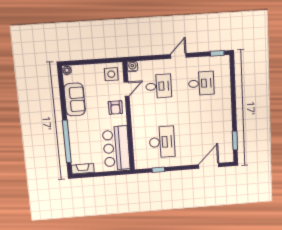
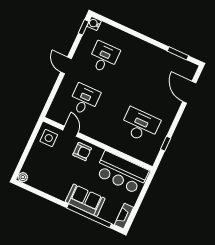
water cooler: (132, 66) -> (94, 24), moved
sofa: (75, 99) -> (85, 200), moved

